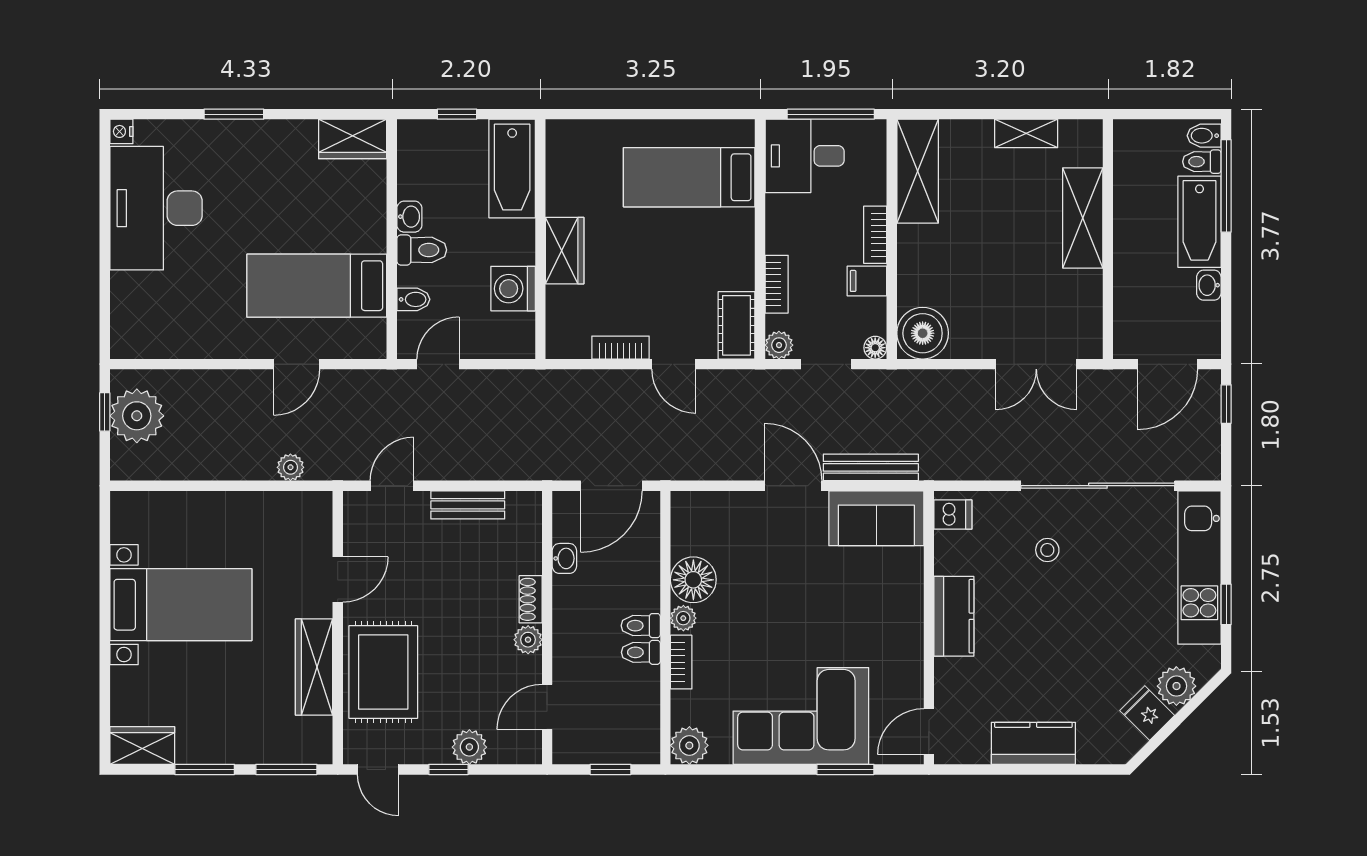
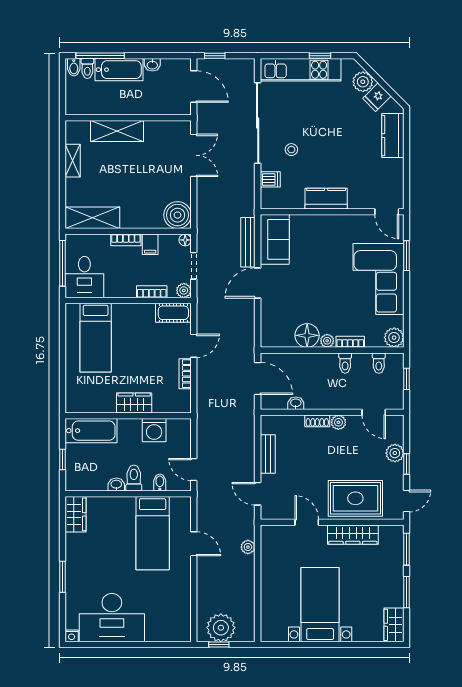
dishwasher: (953, 515) -> (270, 179), moved, turned 90
toilet: (641, 626) -> (379, 363), moved
kitchen counter: (1033, 743) -> (393, 136), moved

